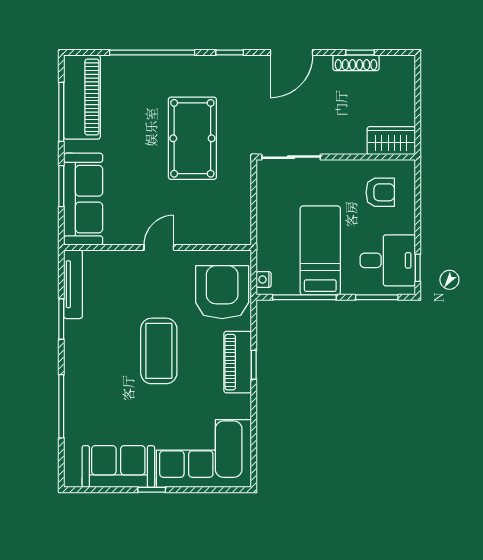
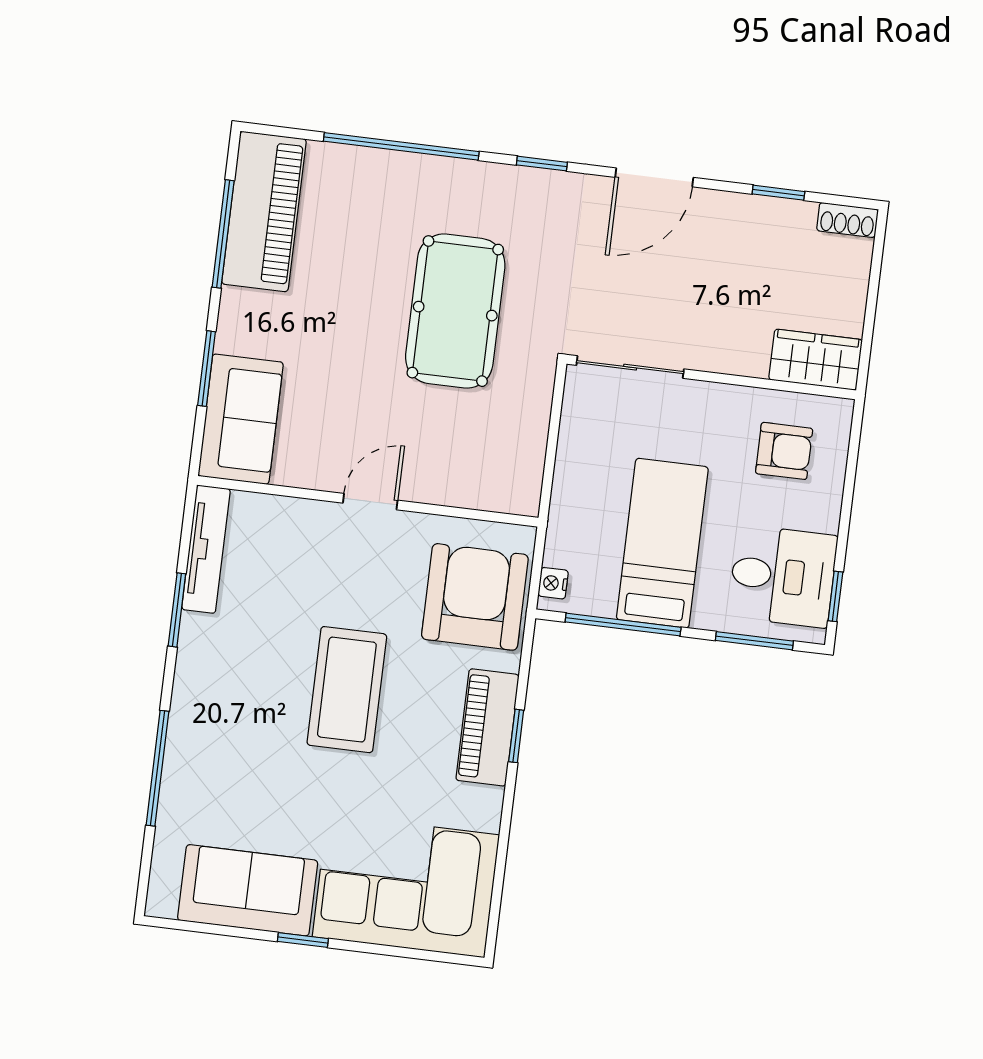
shoe rack: (356, 63) -> (847, 220), moved, width x0.70
sofa: (83, 199) -> (241, 419), width x0.73

